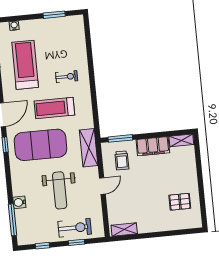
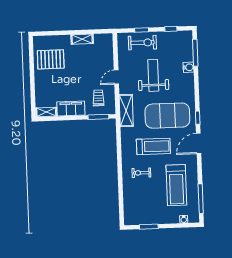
pallet: (180, 202) -> (51, 59), width x1.50, depth x1.42
exercise bike: (75, 228) -> (142, 43), turned 180
shelving: (124, 229) -> (82, 39), moved

